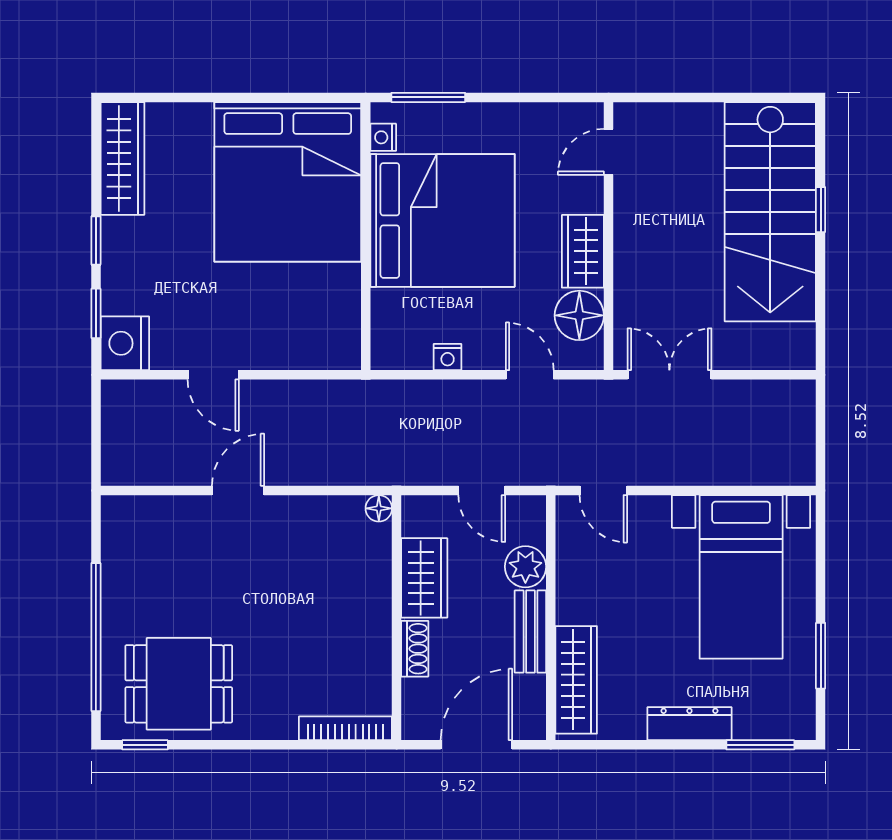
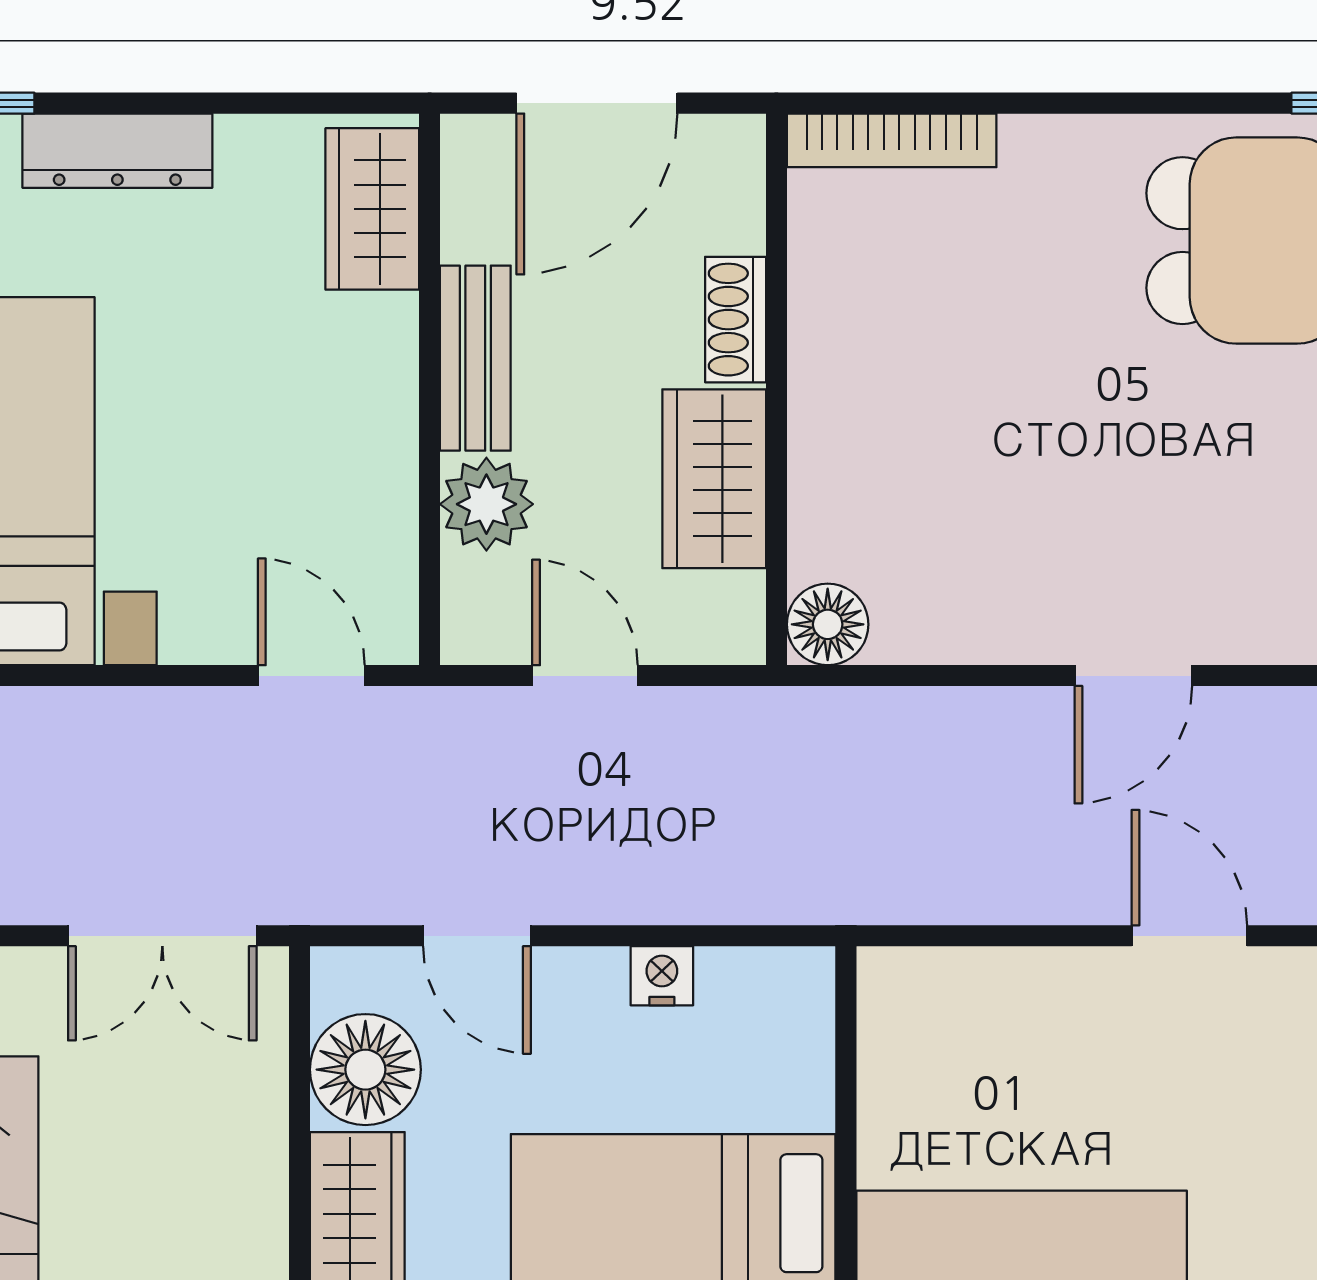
floor lamp: (379, 508) -> (828, 624), width x1.37, depth x1.37
wardrobe: (576, 680) -> (372, 209), width x0.67

